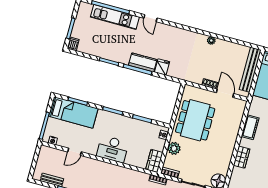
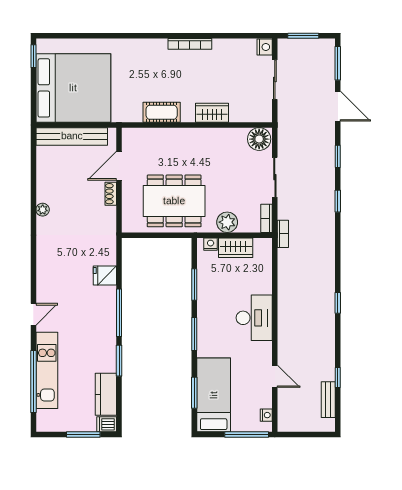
kitchen counter: (143, 62) -> (106, 394), moved
wardrobe: (154, 161) -> (236, 248), moved

